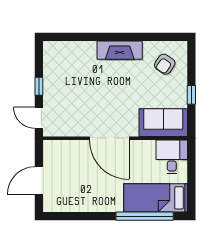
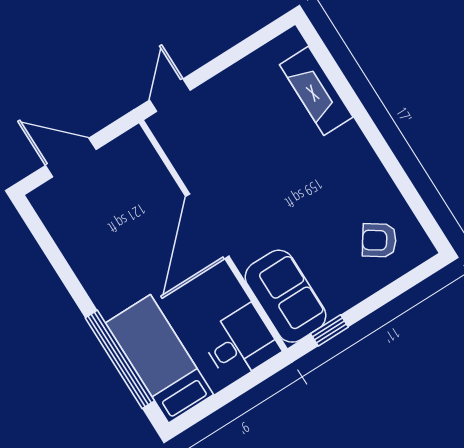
fireplace: (120, 50) -> (316, 91), moved
window: (39, 86) -> (220, 64), removed
window: (191, 95) -> (329, 330), moved

